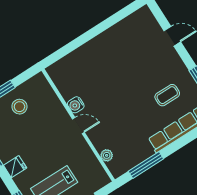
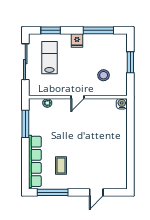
water cooler: (76, 105) -> (122, 104), moved
stool: (19, 107) -> (104, 75), moved

